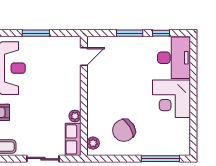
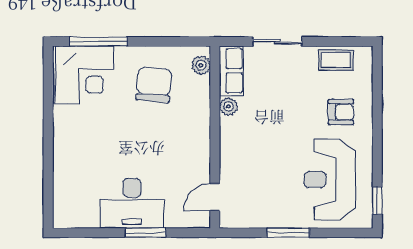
window: (161, 33) -> (97, 233), removed
desk: (174, 58) -> (132, 203), moved, turned -90
corner desk: (172, 99) -> (85, 75), moved, turned 90
chair: (124, 130) -> (154, 85), turned -54

